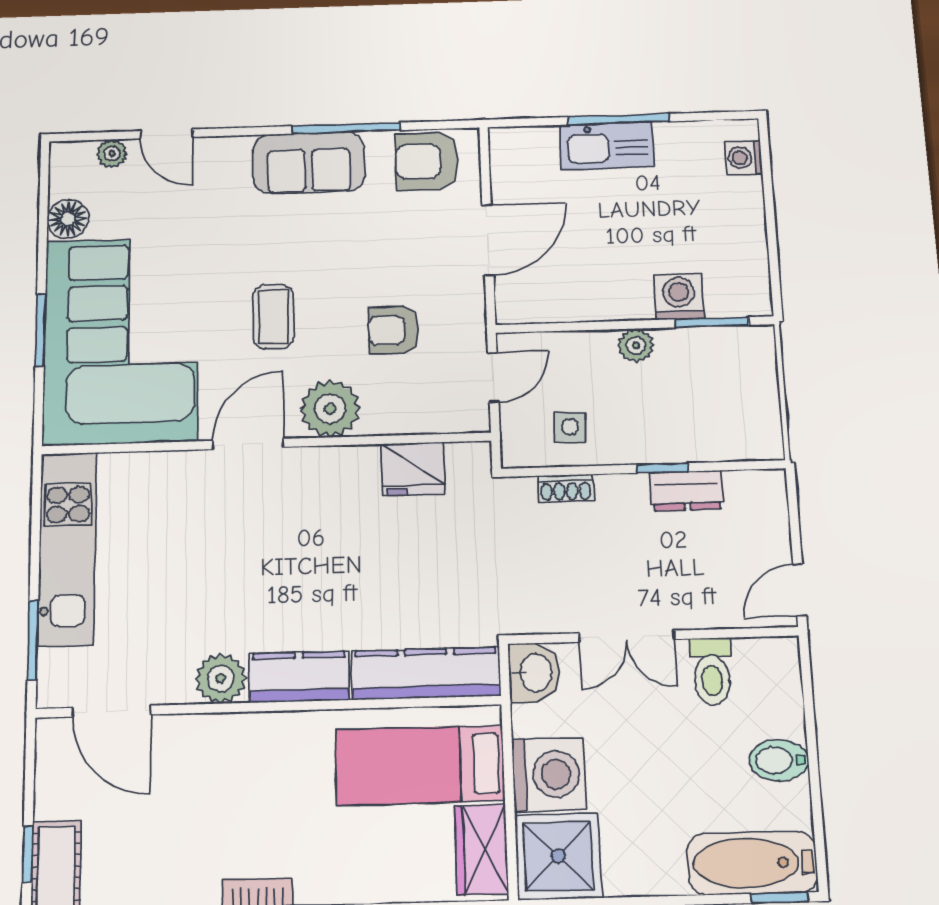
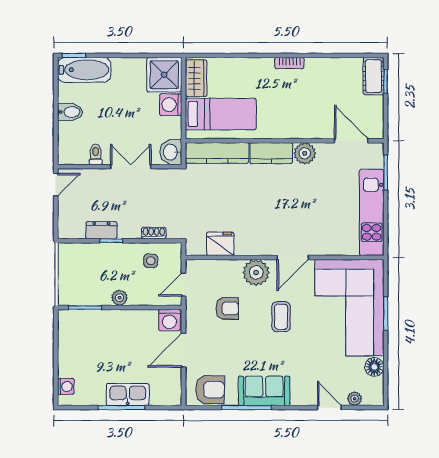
washing machine: (679, 297) -> (169, 320), moved
toilet: (712, 671) -> (96, 154), width x0.73, depth x0.72
washing machine: (549, 774) -> (171, 105), width x0.73, depth x0.73

